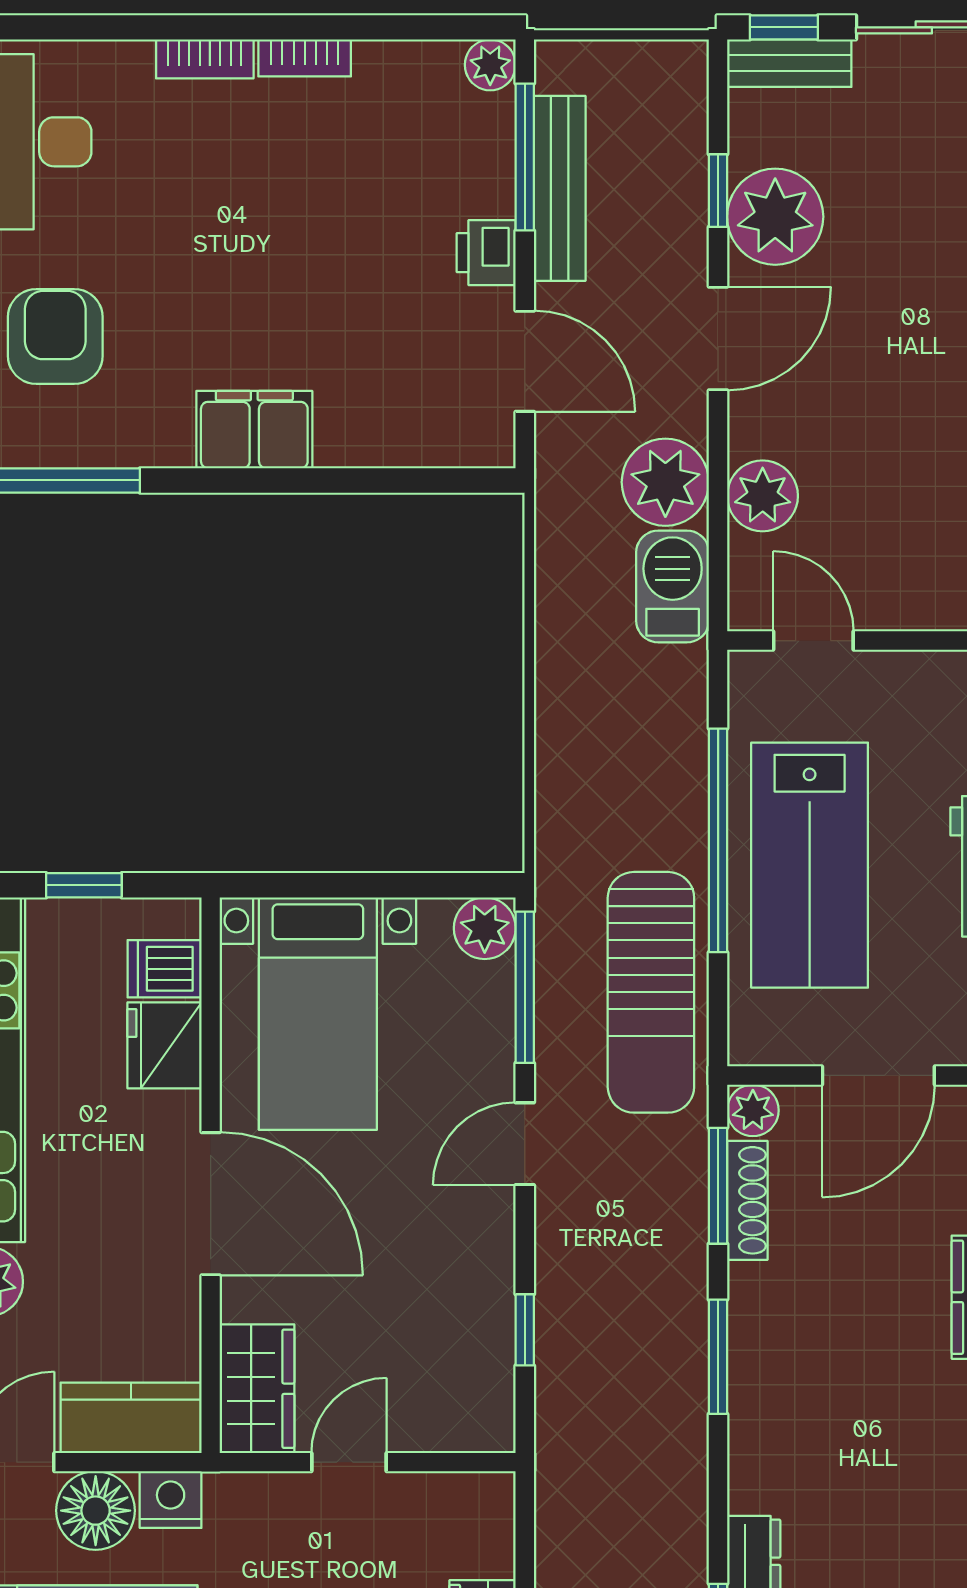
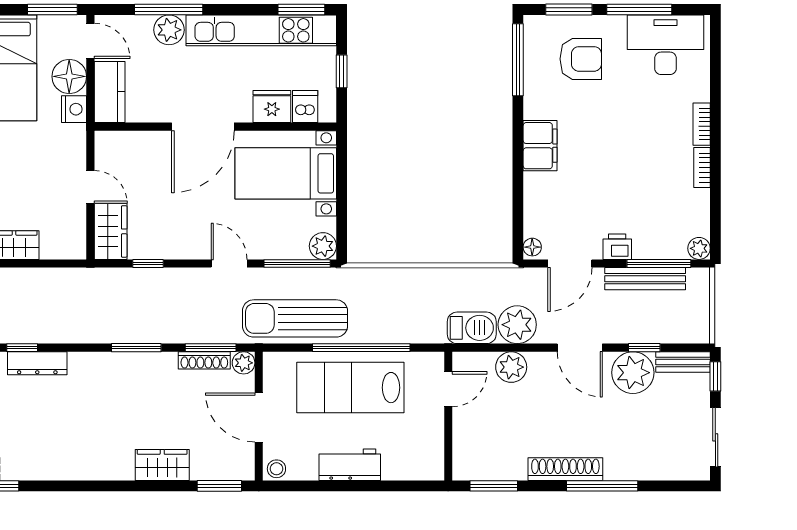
bench: (789, 63) -> (683, 362), moved, turned 90
floor lamp: (487, 448) -> (532, 247), added
wardrobe: (257, 1389) -> (111, 231), moved, turned -90

